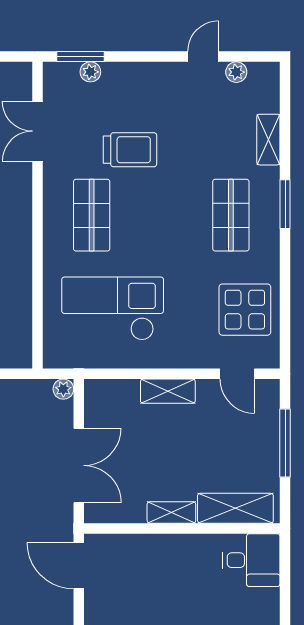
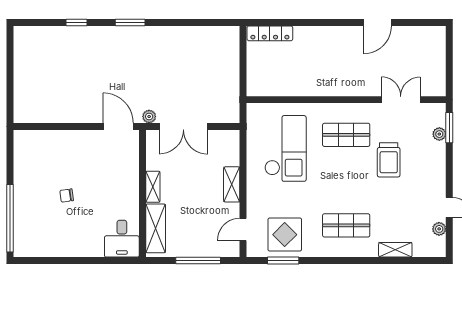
window: (285, 204) -> (283, 261), moved
plant: (63, 389) -> (149, 116), moved
door: (79, 566) -> (118, 126), hinge flipped

